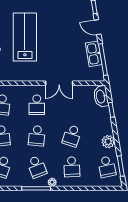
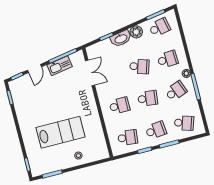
lab bench: (25, 37) -> (60, 132), turned 180
double door: (59, 83) -> (90, 73), moved
washbasin: (101, 97) -> (121, 39), moved

